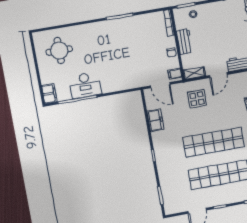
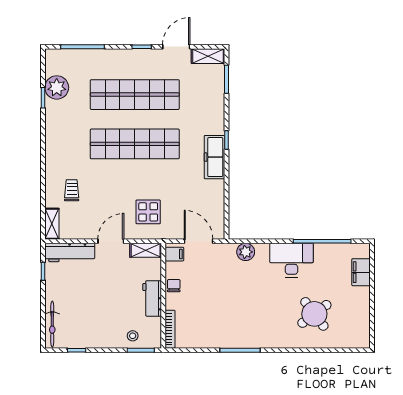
round table: (59, 51) -> (314, 314), moved, turned -37
plant: (127, 83) -> (246, 252), added
desk: (85, 85) -> (291, 260), moved
filing cabinet: (49, 94) -> (361, 272), moved
freezer: (155, 120) -> (214, 157), moved, width x1.40
shelving: (175, 209) -> (208, 56), added

